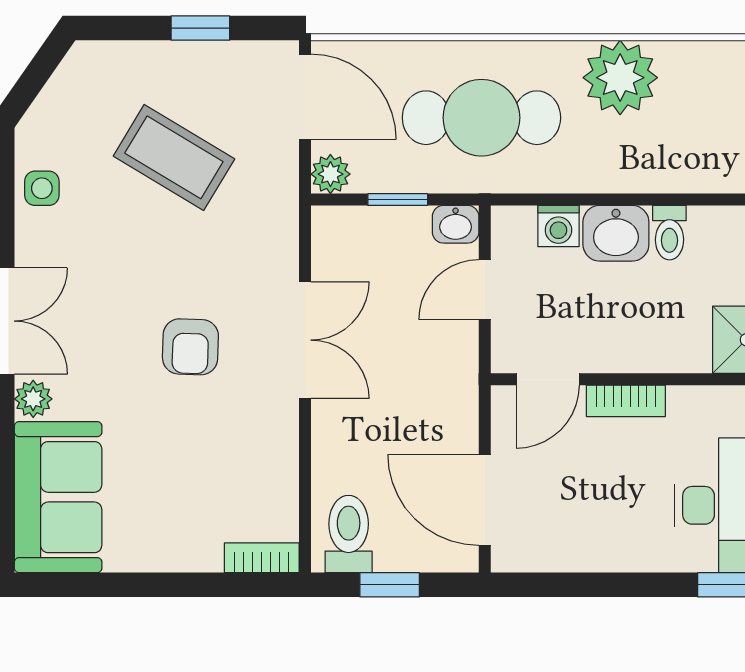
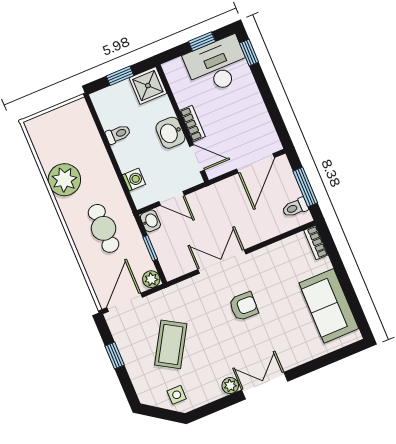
cafe table: (481, 118) -> (104, 228), width x0.73, depth x0.74
side table: (42, 188) -> (177, 395), moved
washbasin: (616, 233) -> (170, 133), moved, turned 180
plant: (33, 399) -> (230, 386), moved
sofa: (58, 497) -> (329, 306), moved, turned -90
toilet: (349, 534) -> (295, 208), width x0.73, depth x0.72
window: (390, 585) -> (305, 187), width x1.50

